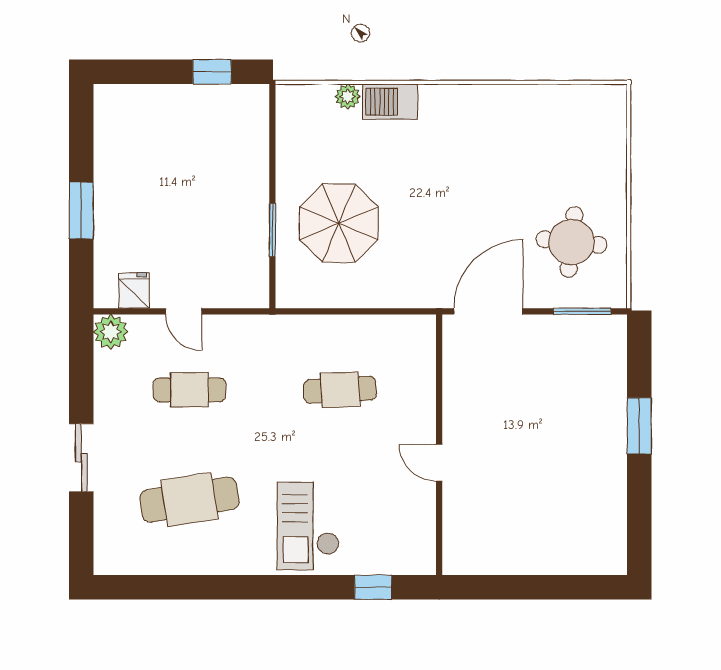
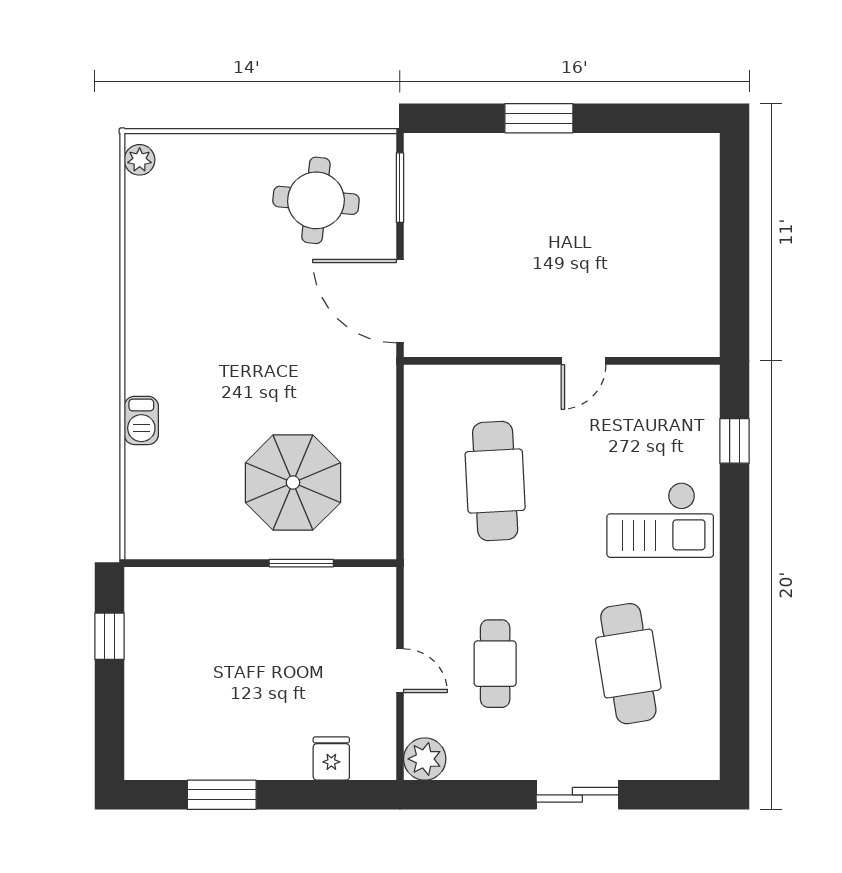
plant: (348, 97) -> (140, 160), moved
barbecue: (390, 102) -> (141, 420), width x0.73, depth x0.79
window: (81, 210) -> (222, 795), moved
fridge: (134, 290) -> (331, 758), moved, turned 90
door: (184, 311) -> (400, 671), hinge flipped
cafe table: (340, 390) -> (495, 481), width x1.37, depth x1.35

